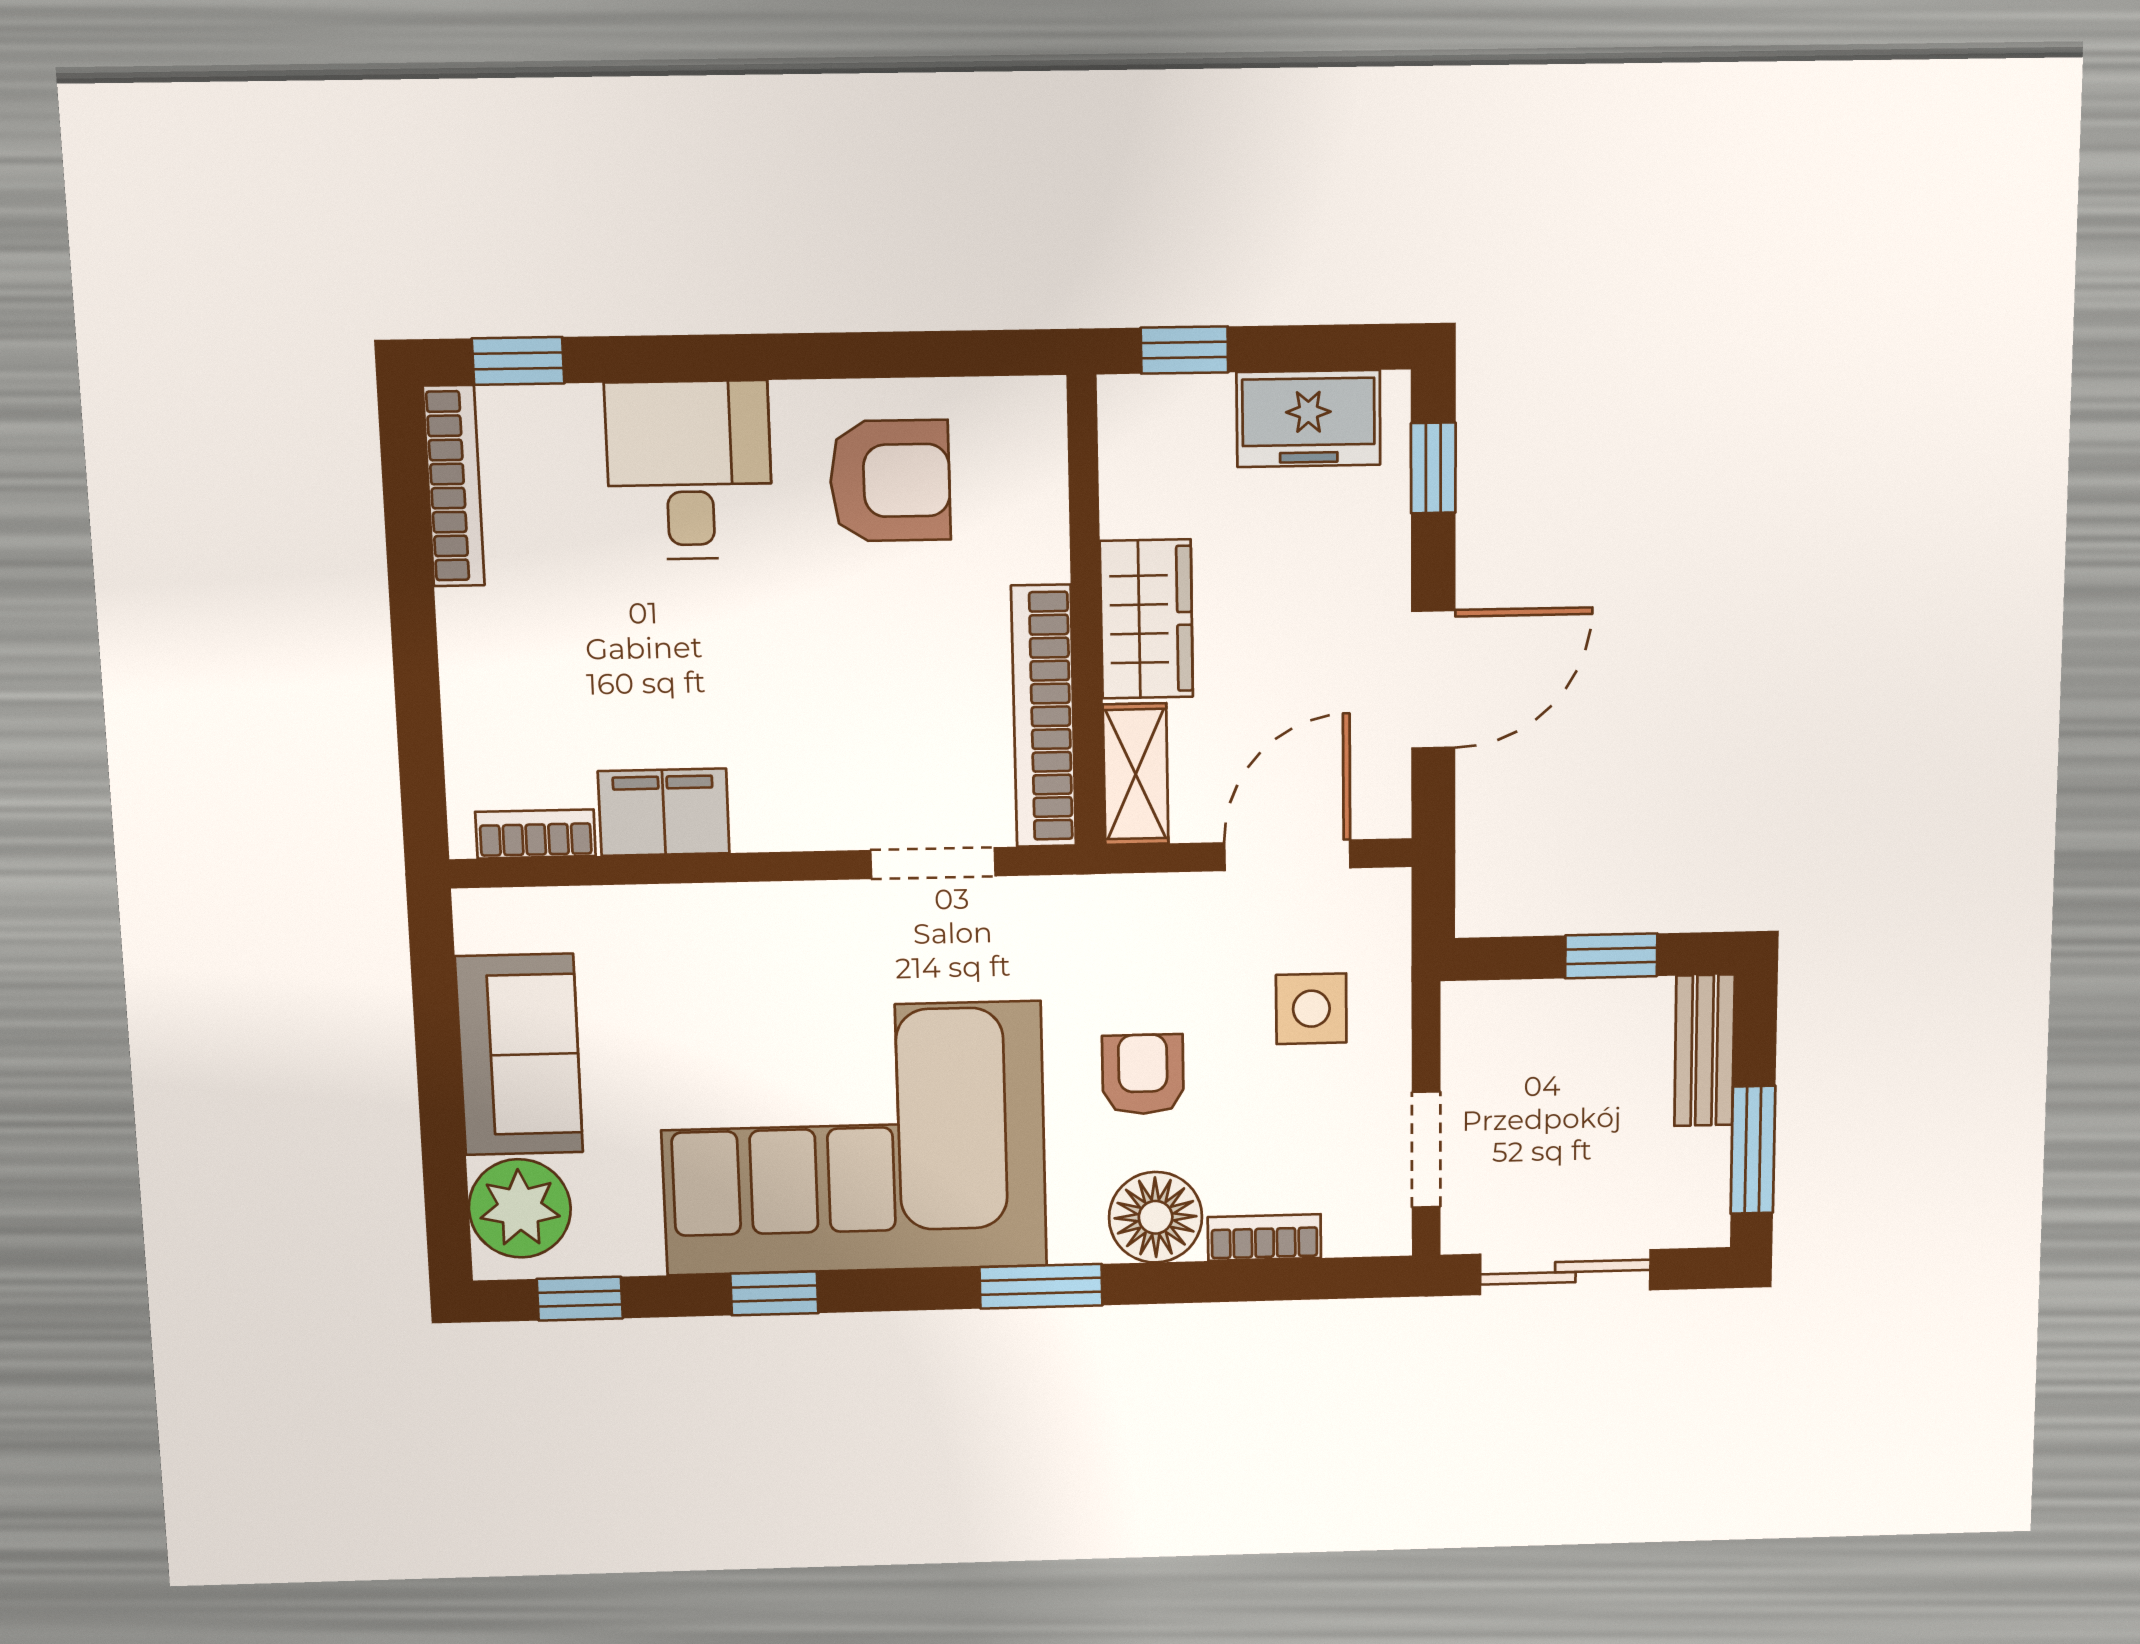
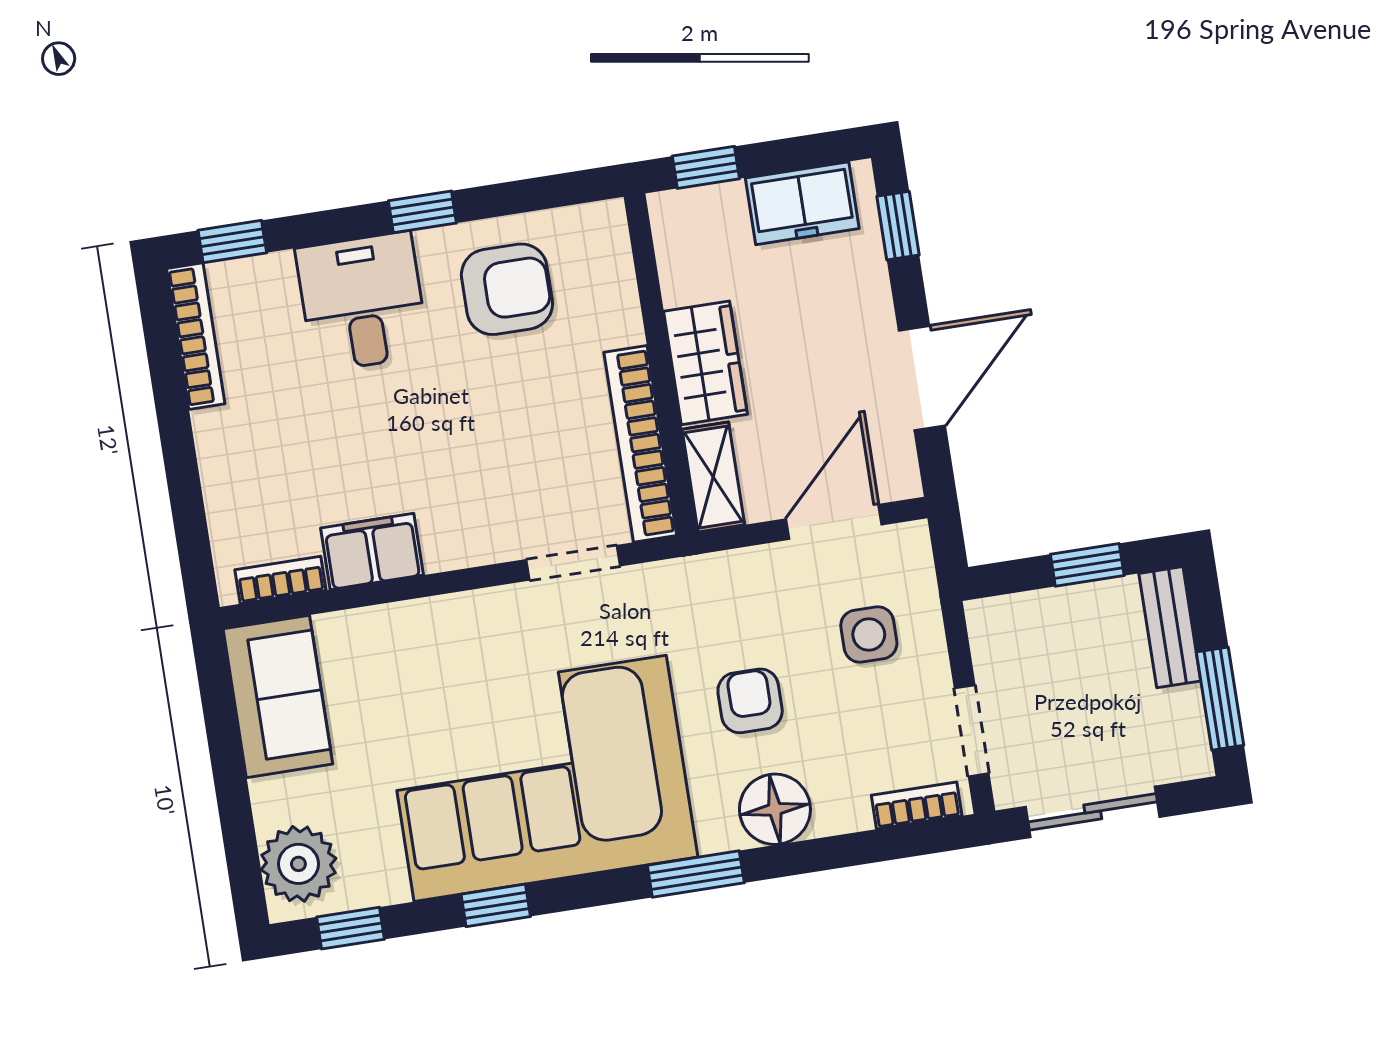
window: (787, 357) -> (422, 212), added
sofa: (519, 1055) -> (278, 696), moved
bookcase: (1264, 1238) -> (917, 805), moved

